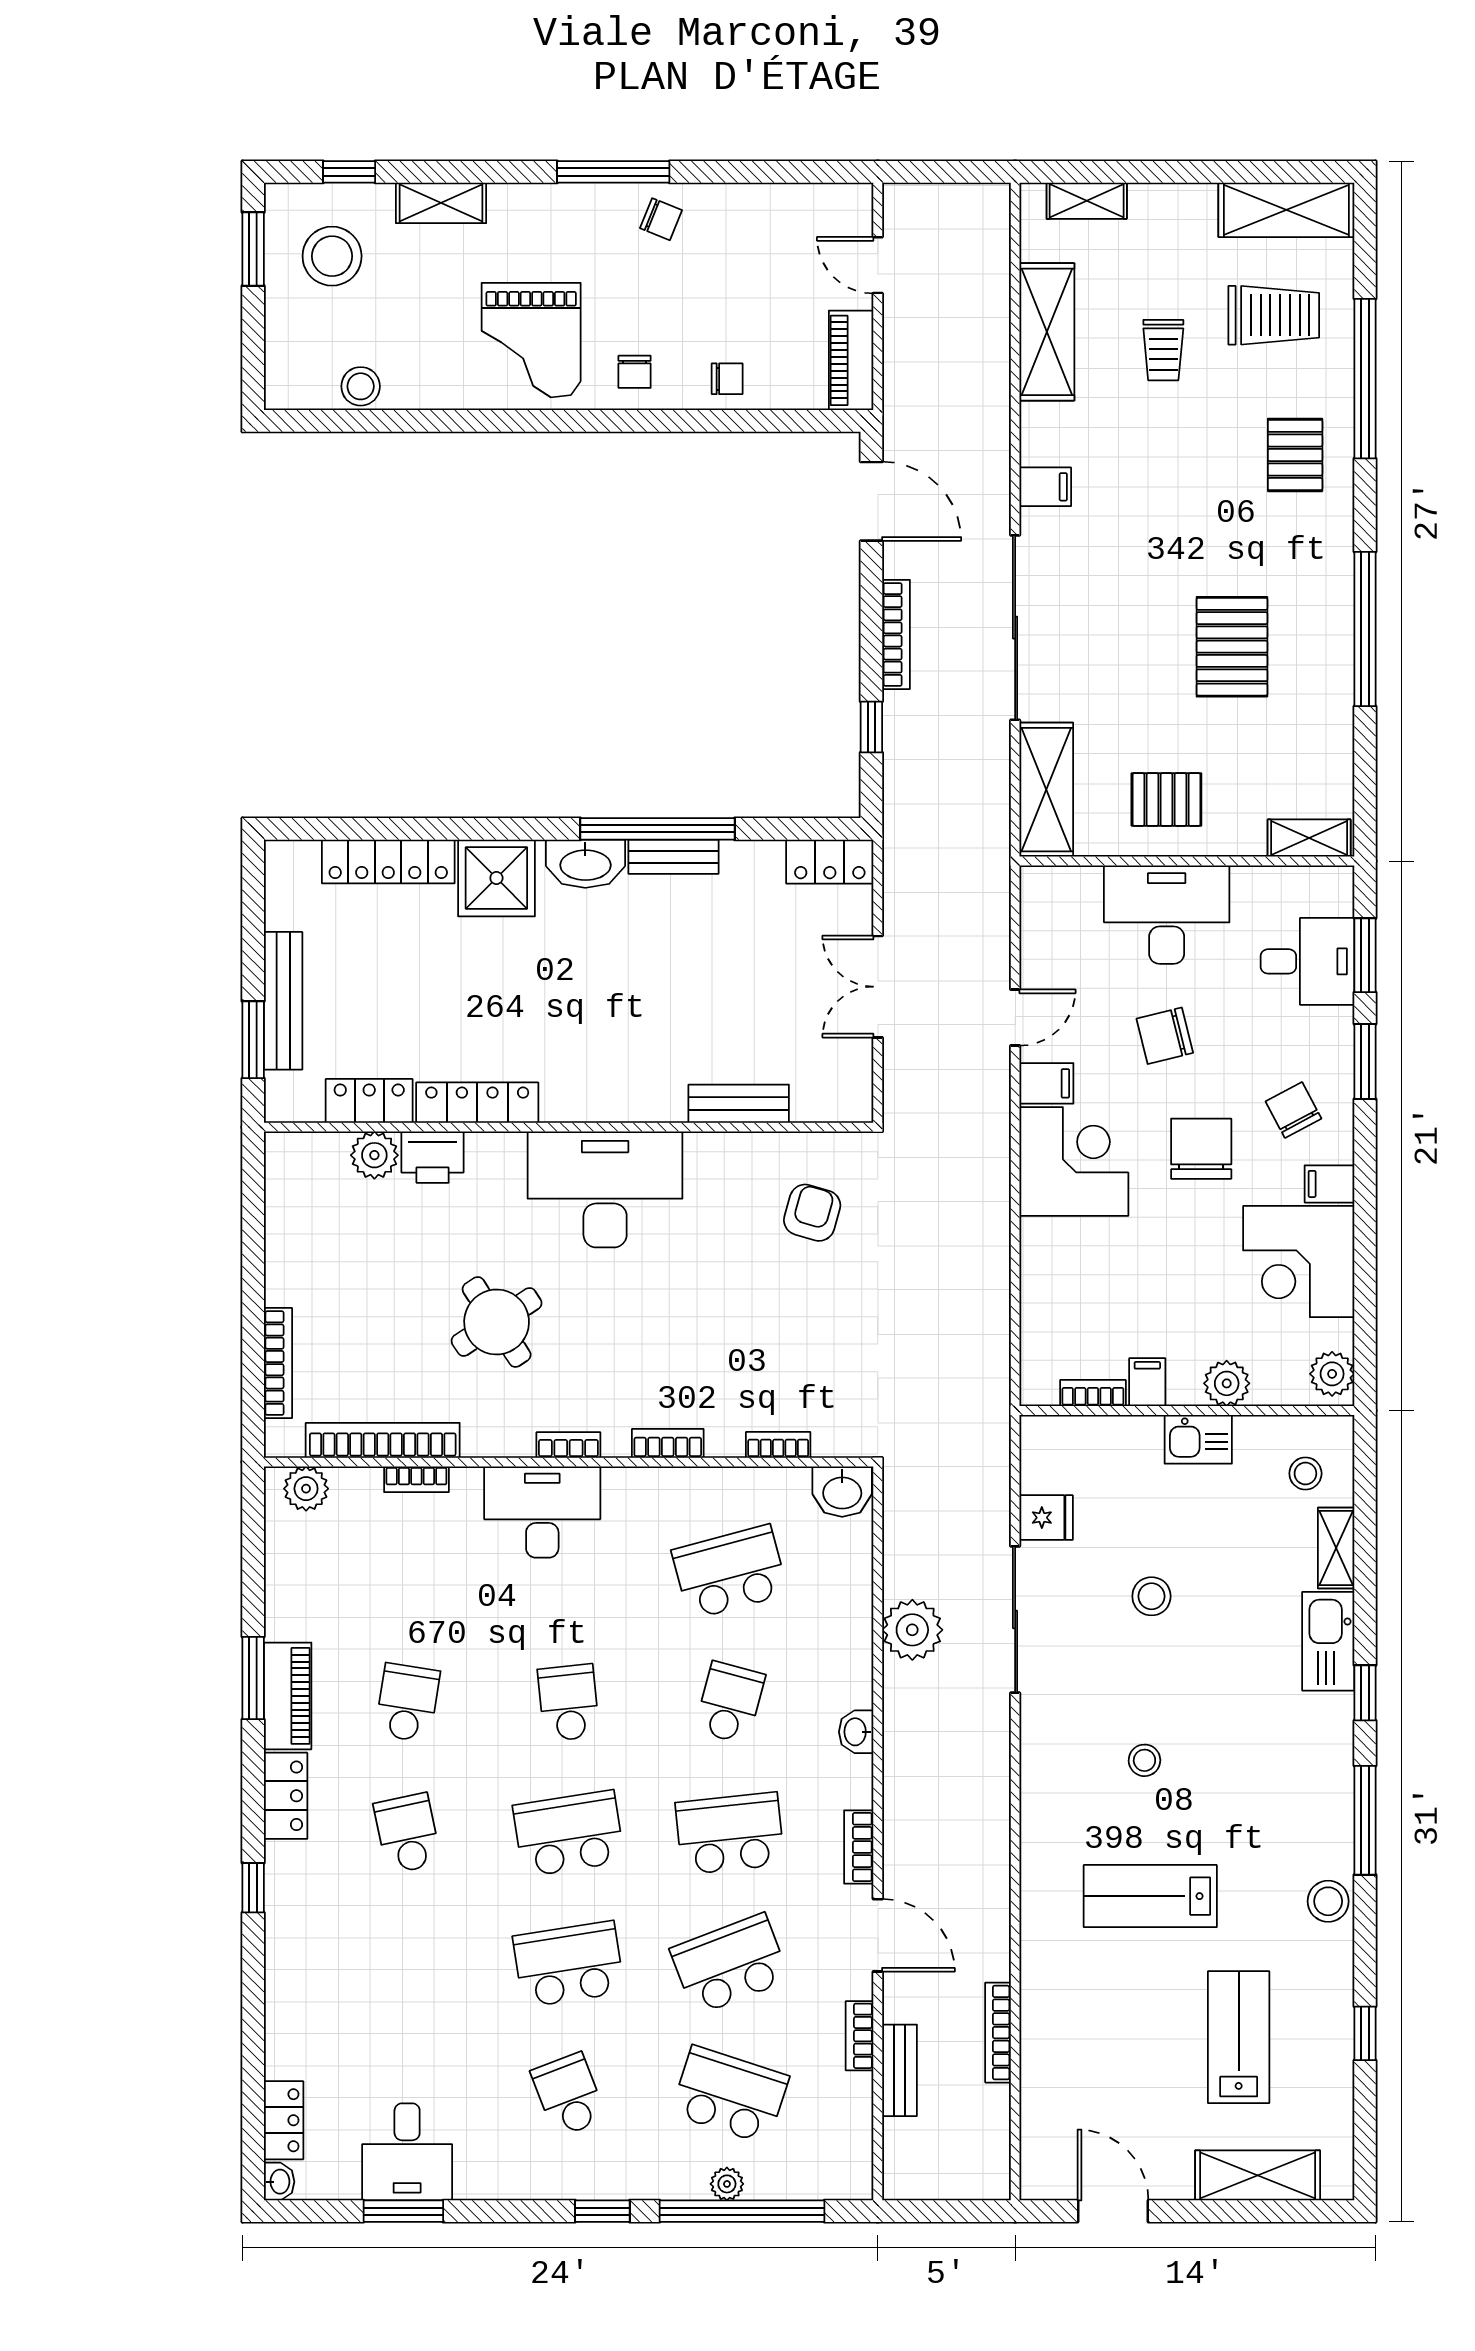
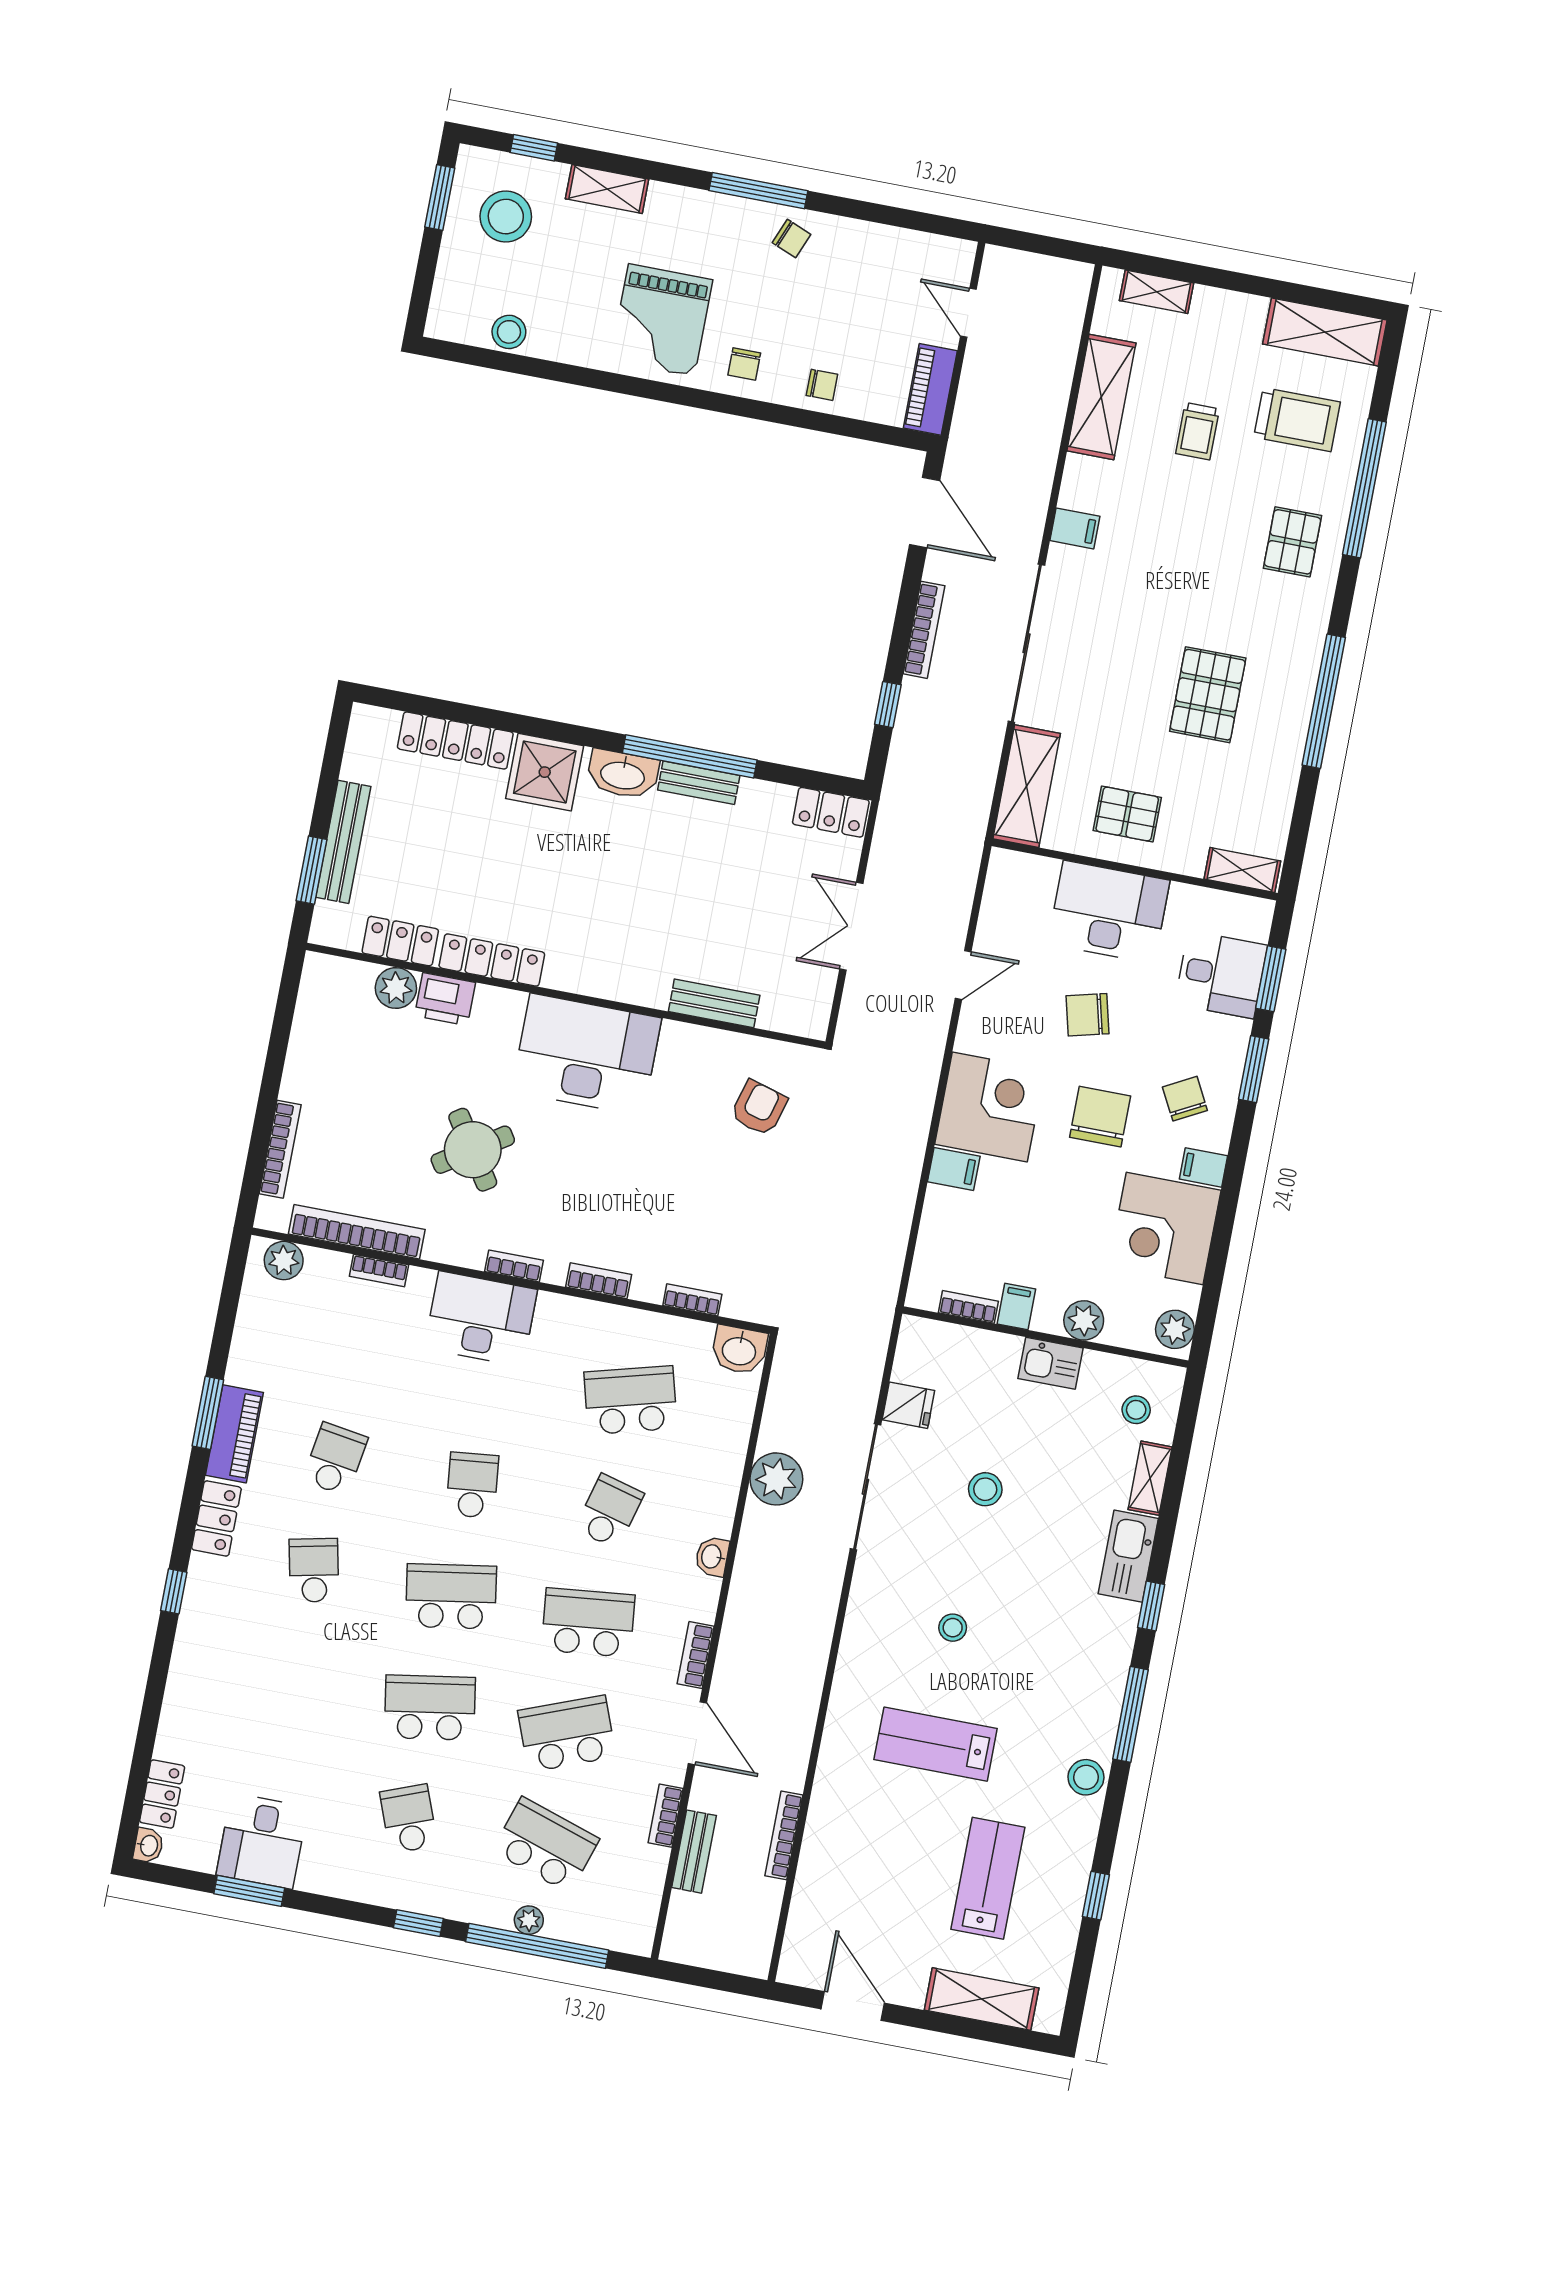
filing cabinet: (1046, 1083) -> (954, 1169), moved

